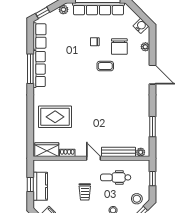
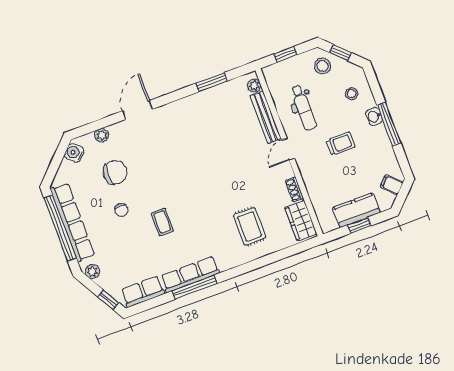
coffee table: (105, 66) -> (162, 222), moved
rug: (55, 117) -> (250, 226), width x0.73, depth x0.70

